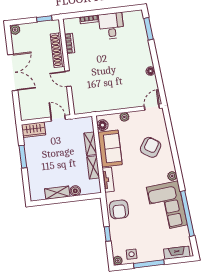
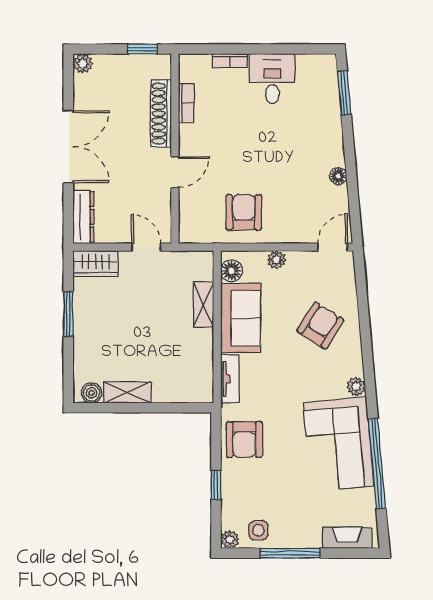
door: (68, 79) -> (175, 172), swing flipped
armchair: (105, 95) -> (244, 212), added
dresser: (25, 107) -> (83, 217), added
shelving: (93, 167) -> (204, 351), removed
boiler: (75, 191) -> (92, 393), moved

